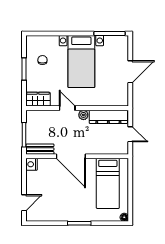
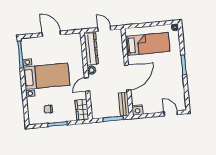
door: (130, 134) -> (104, 29), hinge flipped

